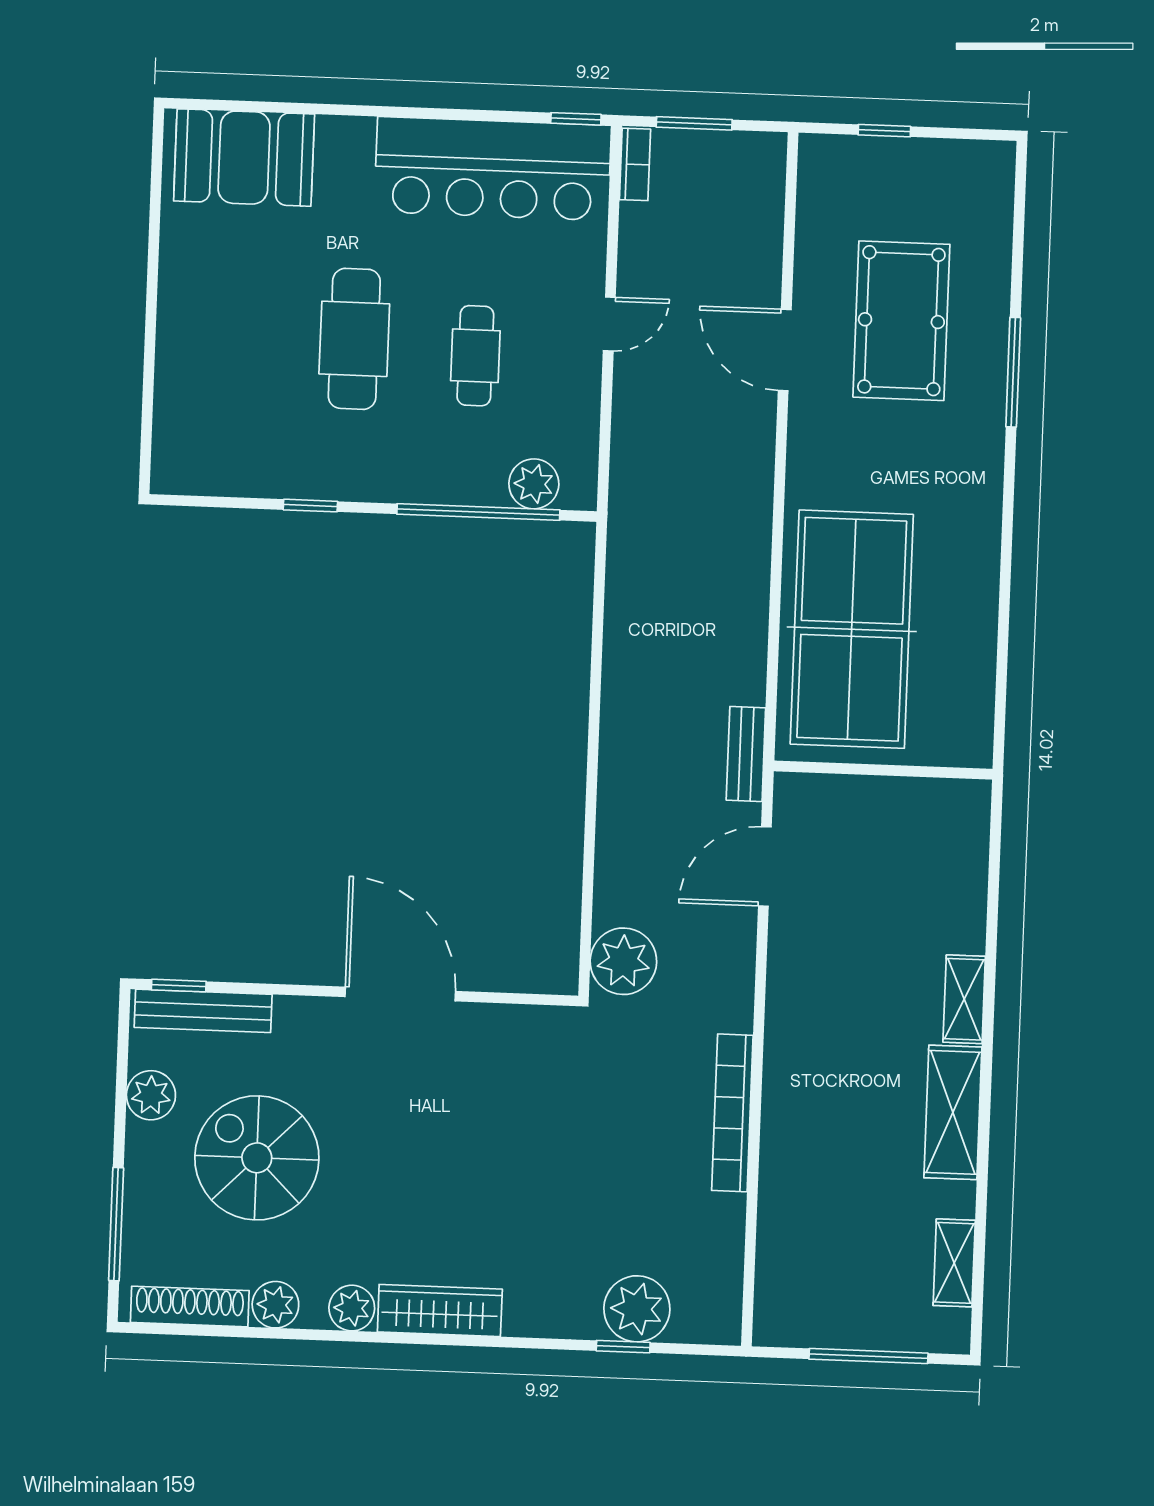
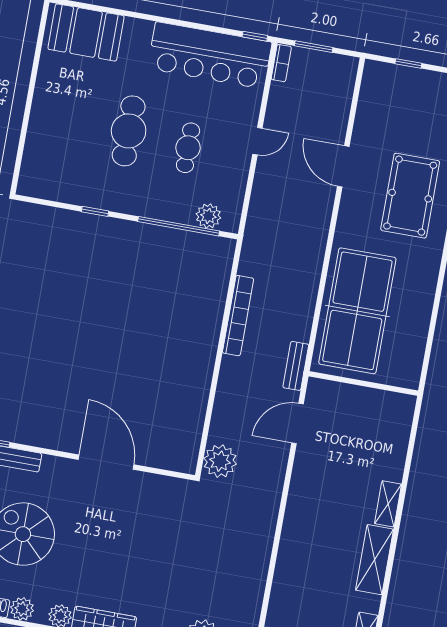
pool table: (901, 321) -> (410, 196), moved
bookcase: (732, 1113) -> (238, 316), moved, turned 180

